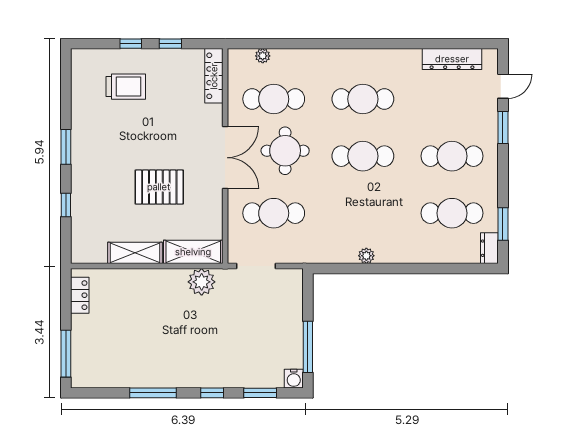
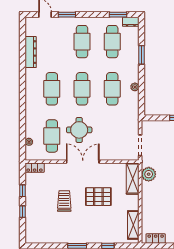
dresser: (452, 59) -> (31, 52), moved
locker: (214, 76) -> (35, 168), width x0.66
trolley: (126, 87) -> (64, 201), moved
pallet: (159, 187) -> (98, 197), turned 90
cafe table: (274, 213) -> (112, 89), moved
shelving: (135, 253) -> (133, 225), moved
window: (427, 269) -> (142, 55), added

